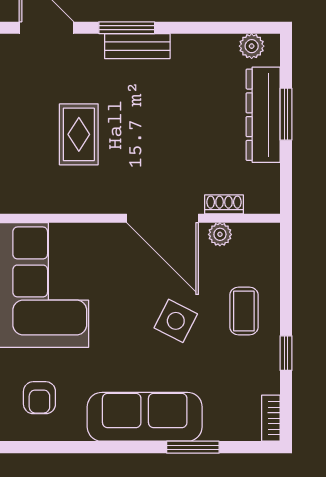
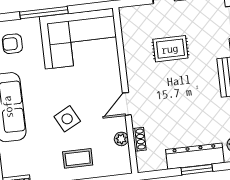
door: (163, 218) -> (127, 104), width x0.53
side table: (176, 321) -> (67, 119), turned 35

